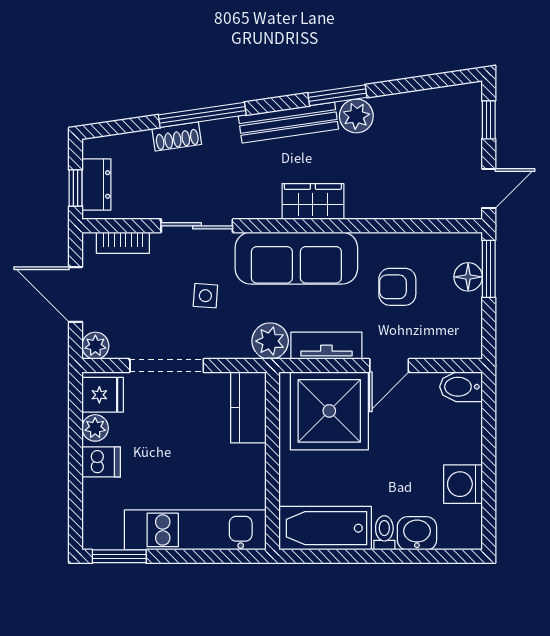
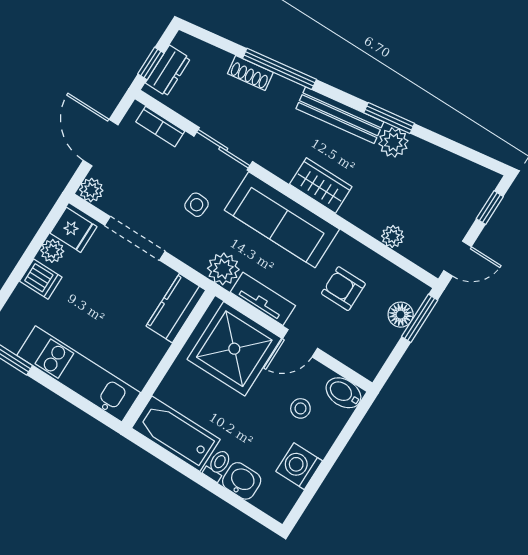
plant: (413, 207) -> (393, 236), added
stool: (429, 428) -> (300, 408), added

